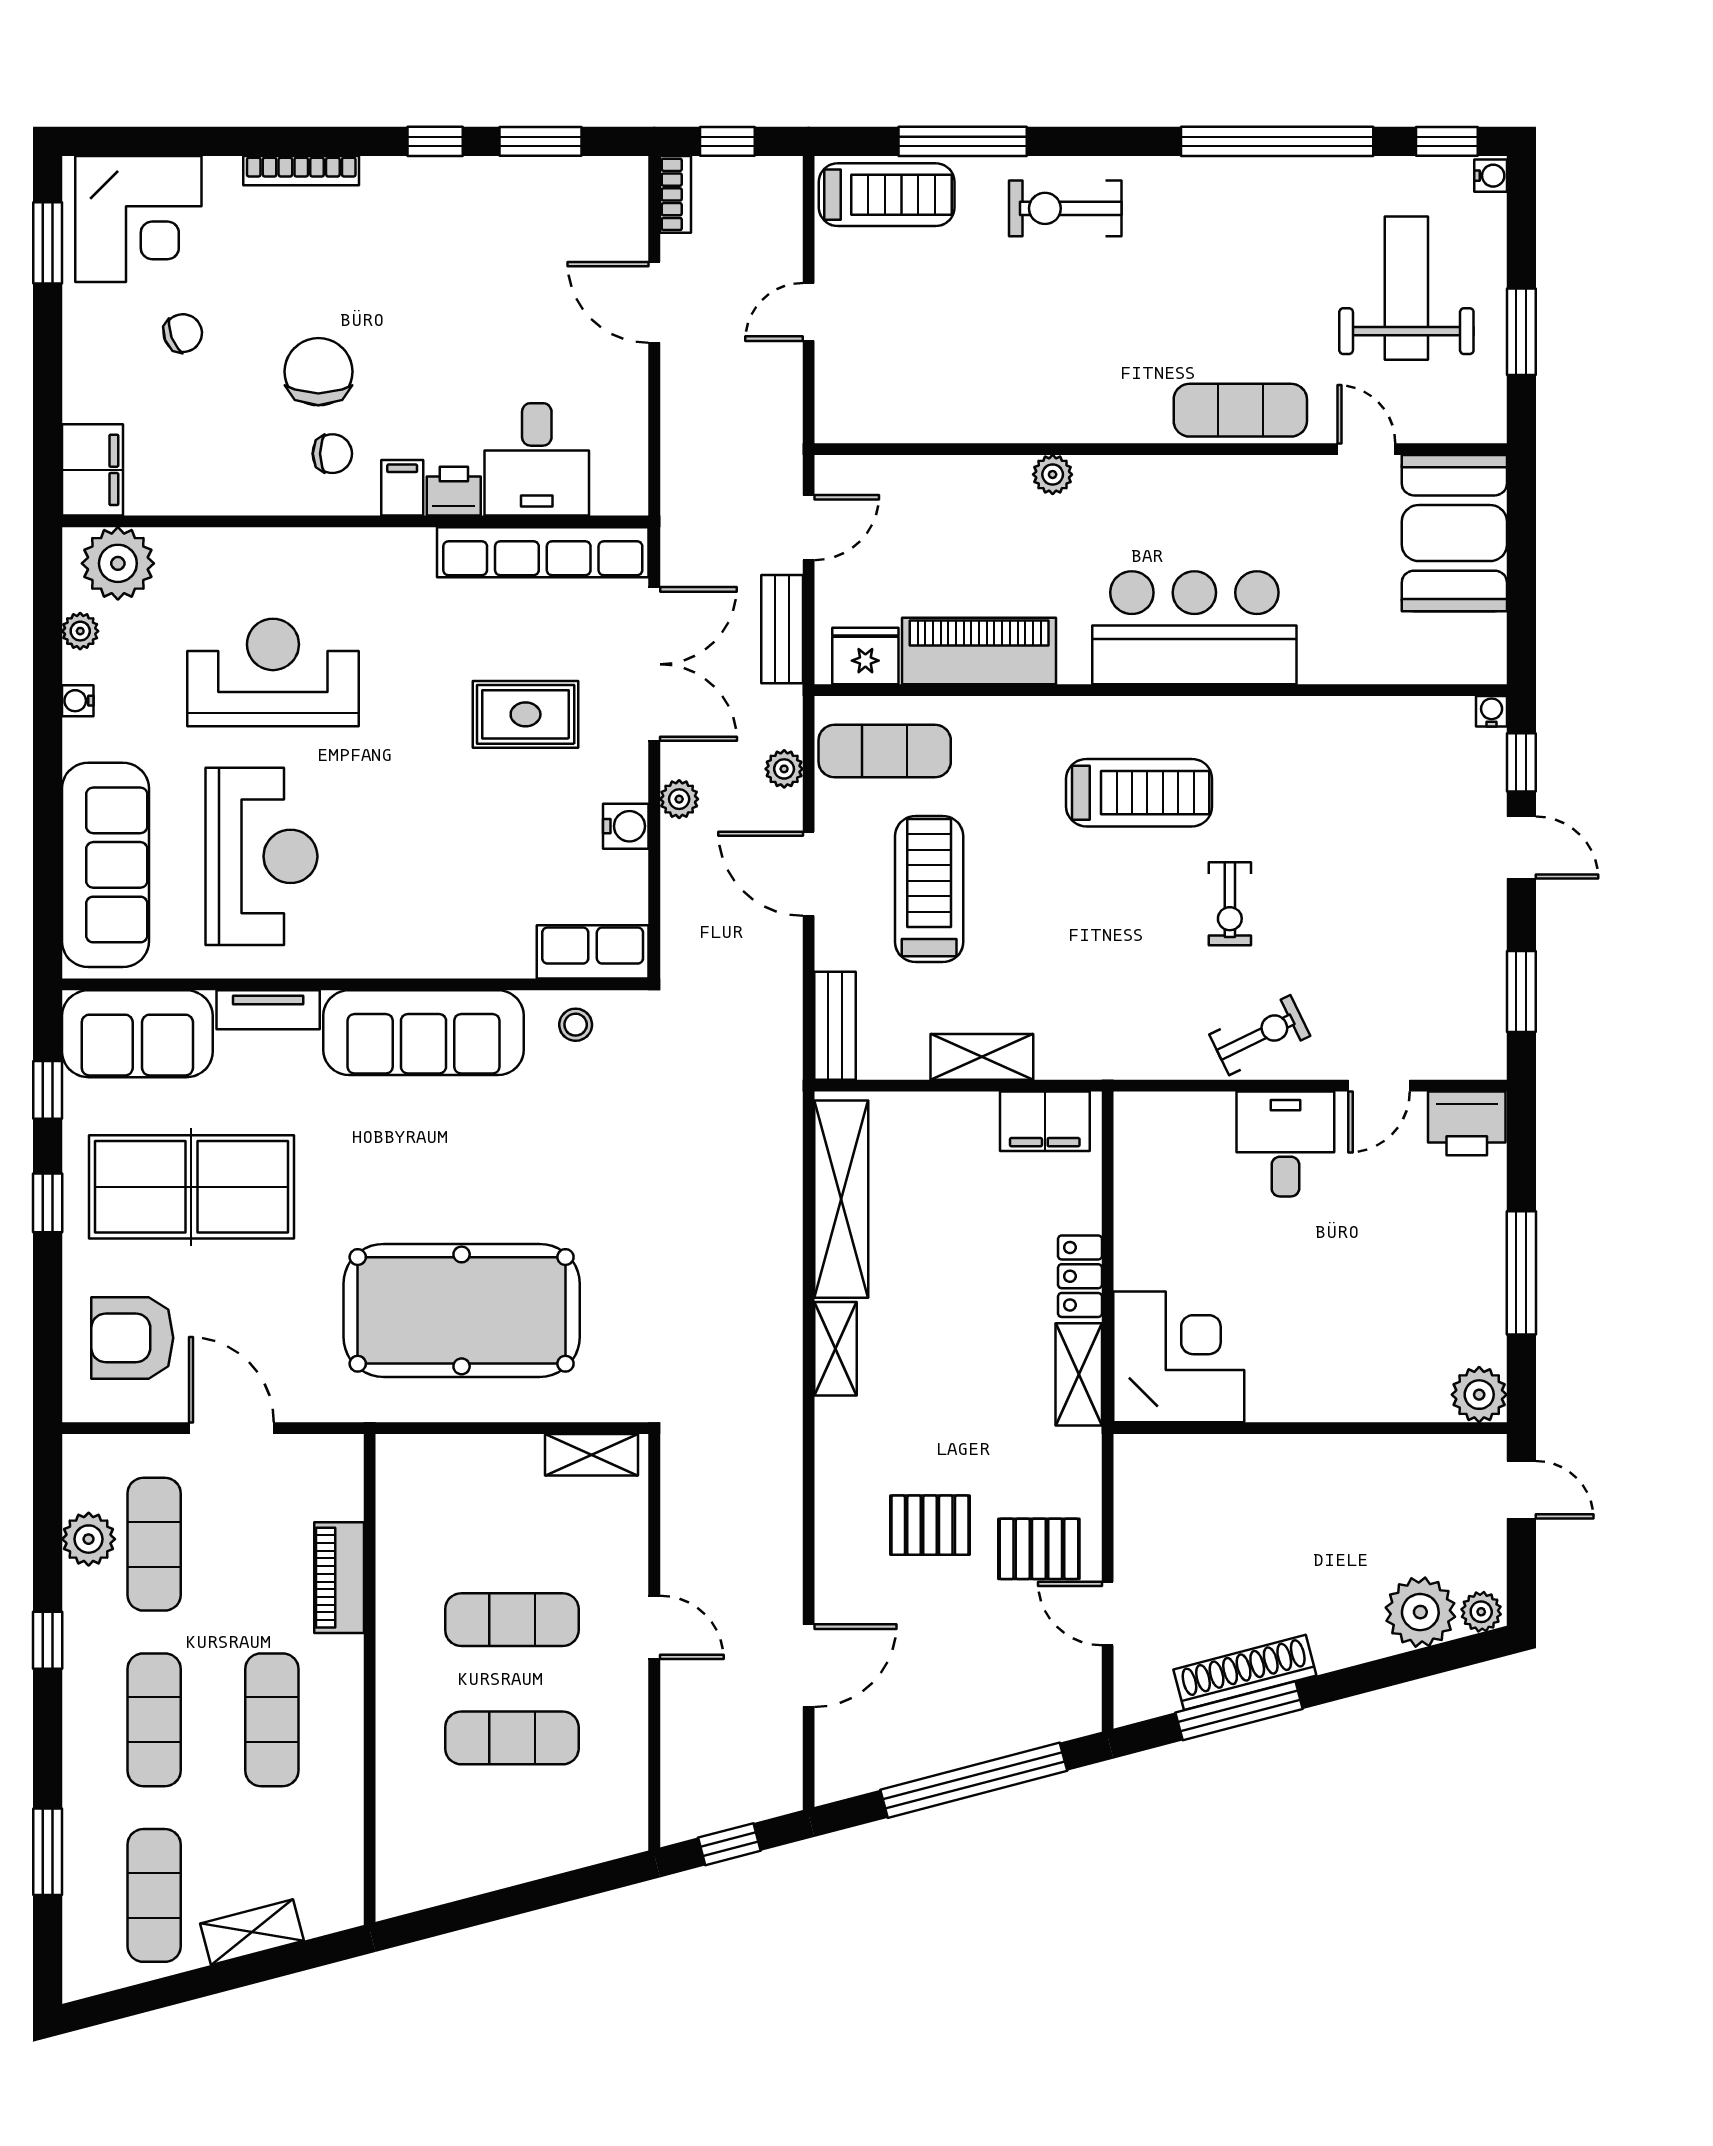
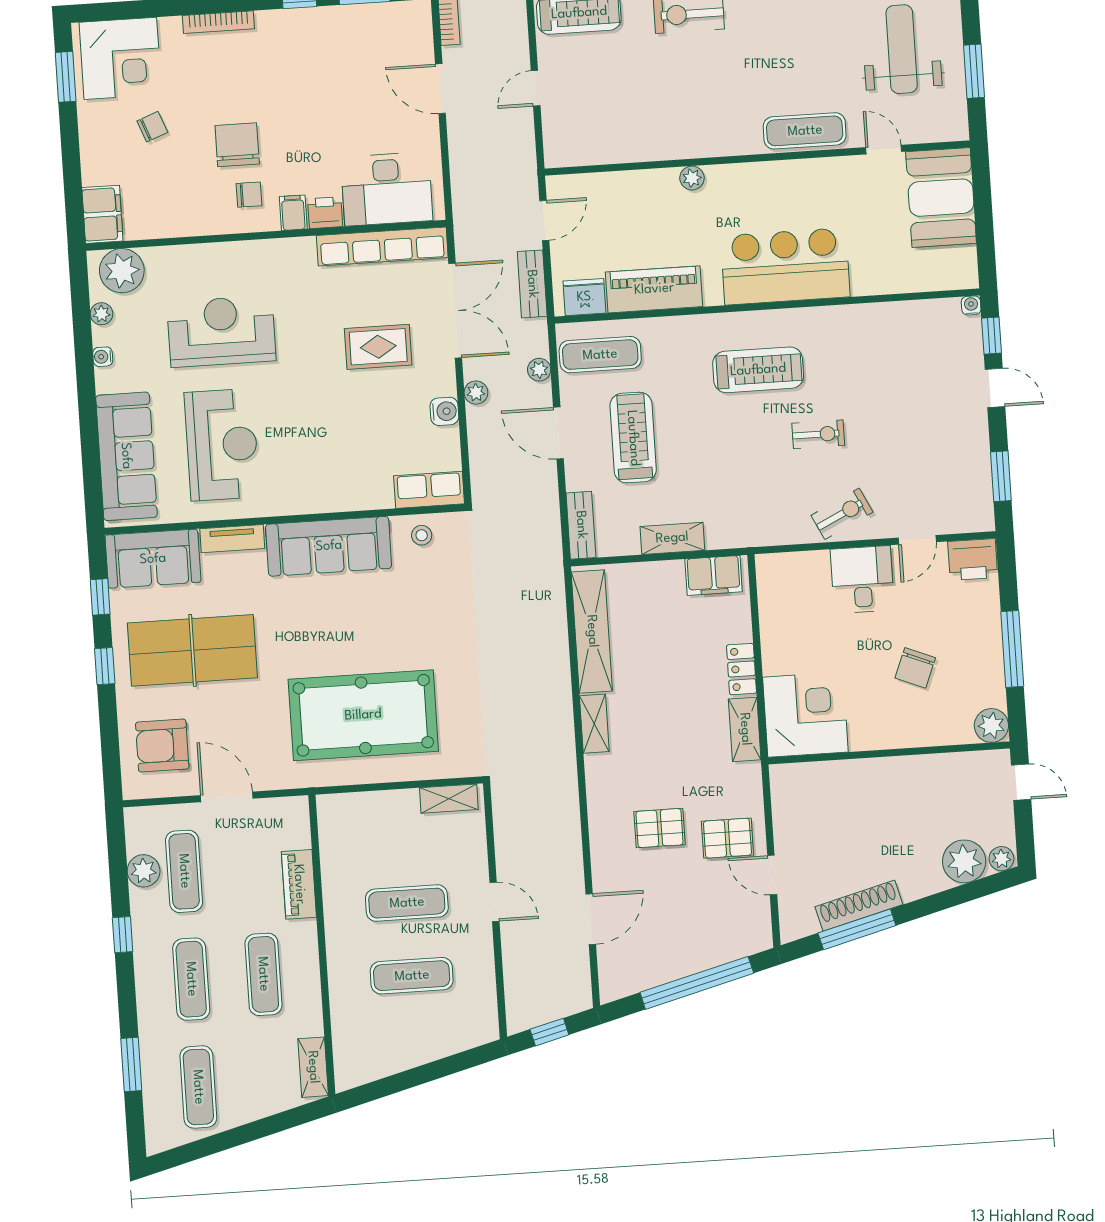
desk: (537, 459) -> (387, 189), width x1.37
exercise bike: (1230, 904) -> (818, 434), turned -90
chair: (1362, 1293) -> (915, 668), added
shelving: (252, 1932) -> (313, 1067), moved, turned -75

